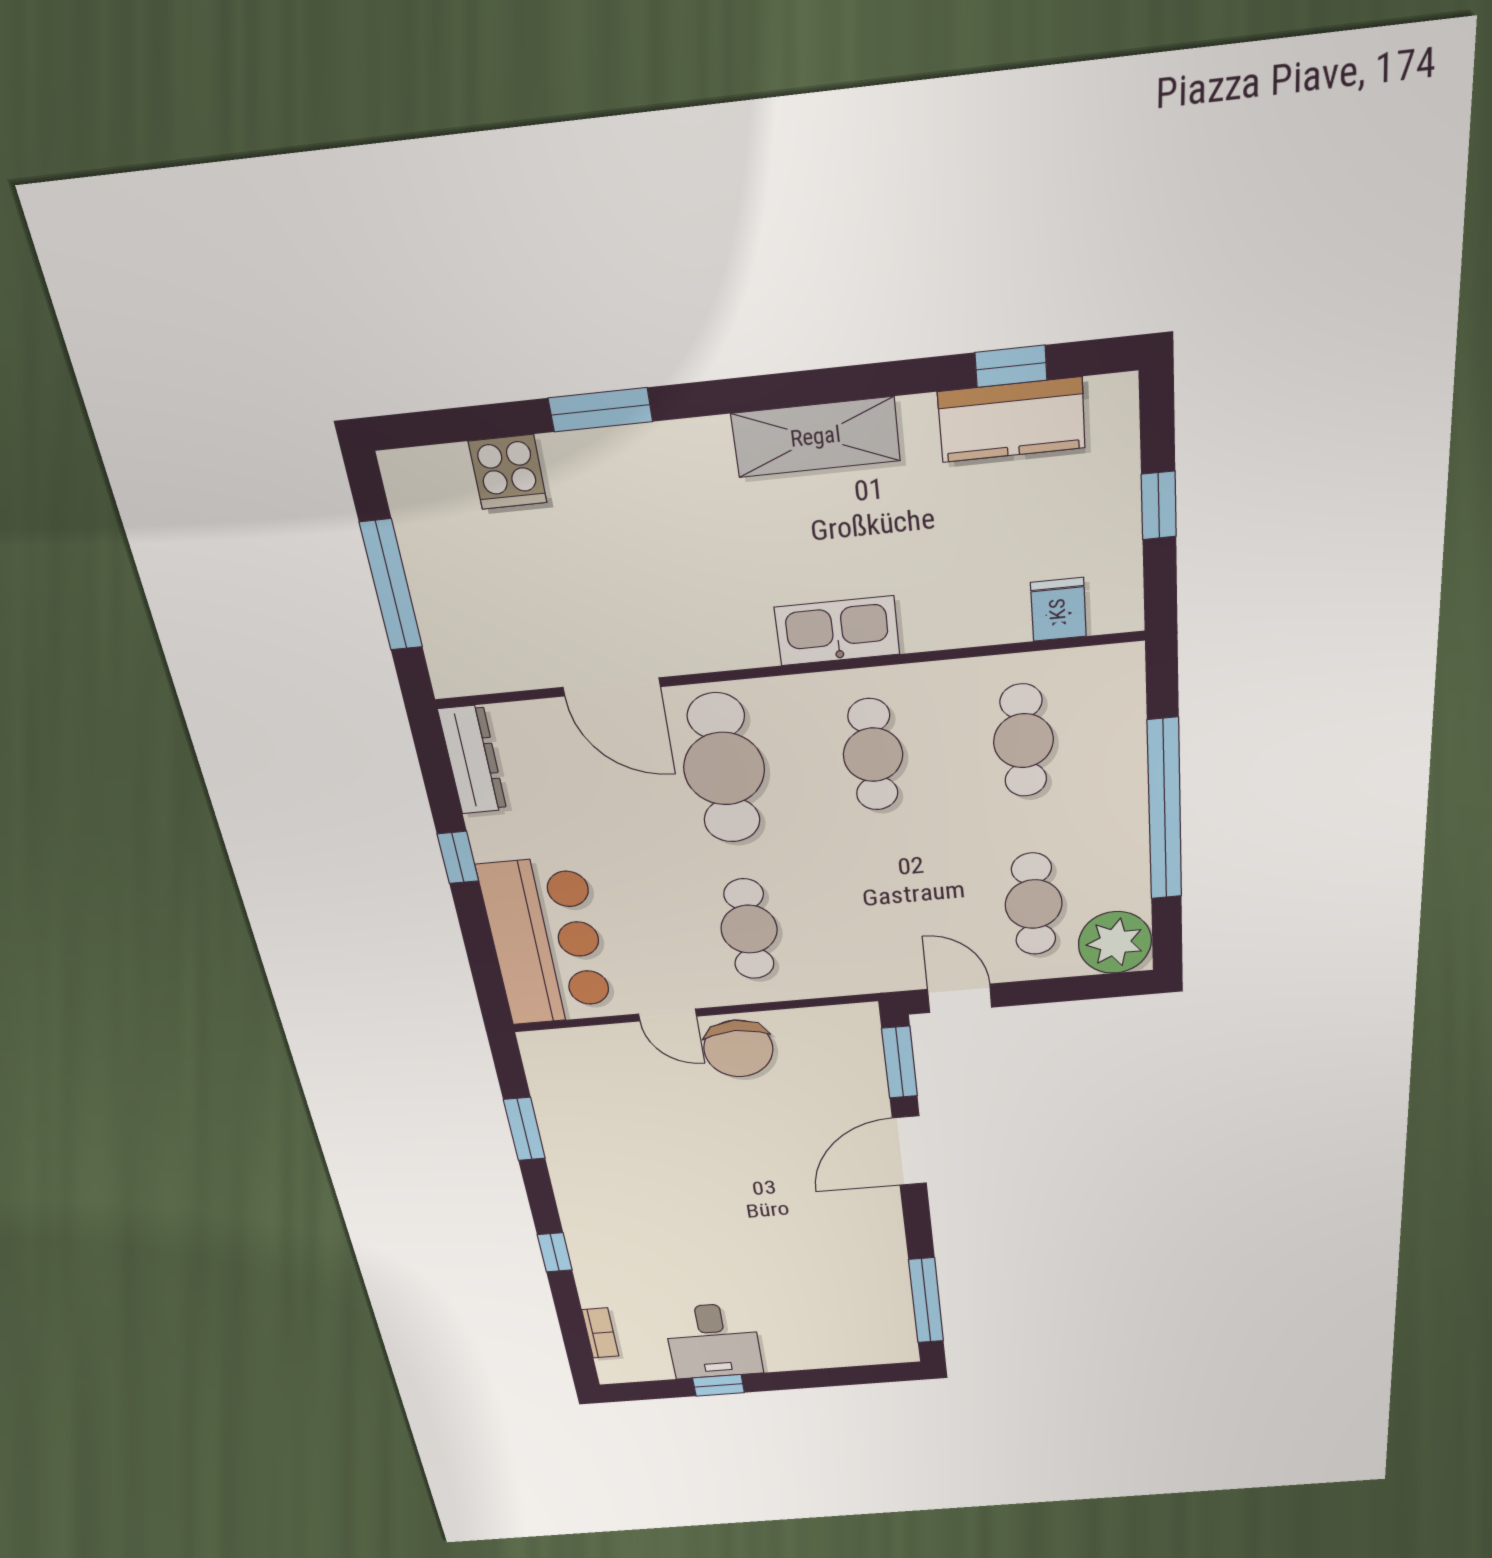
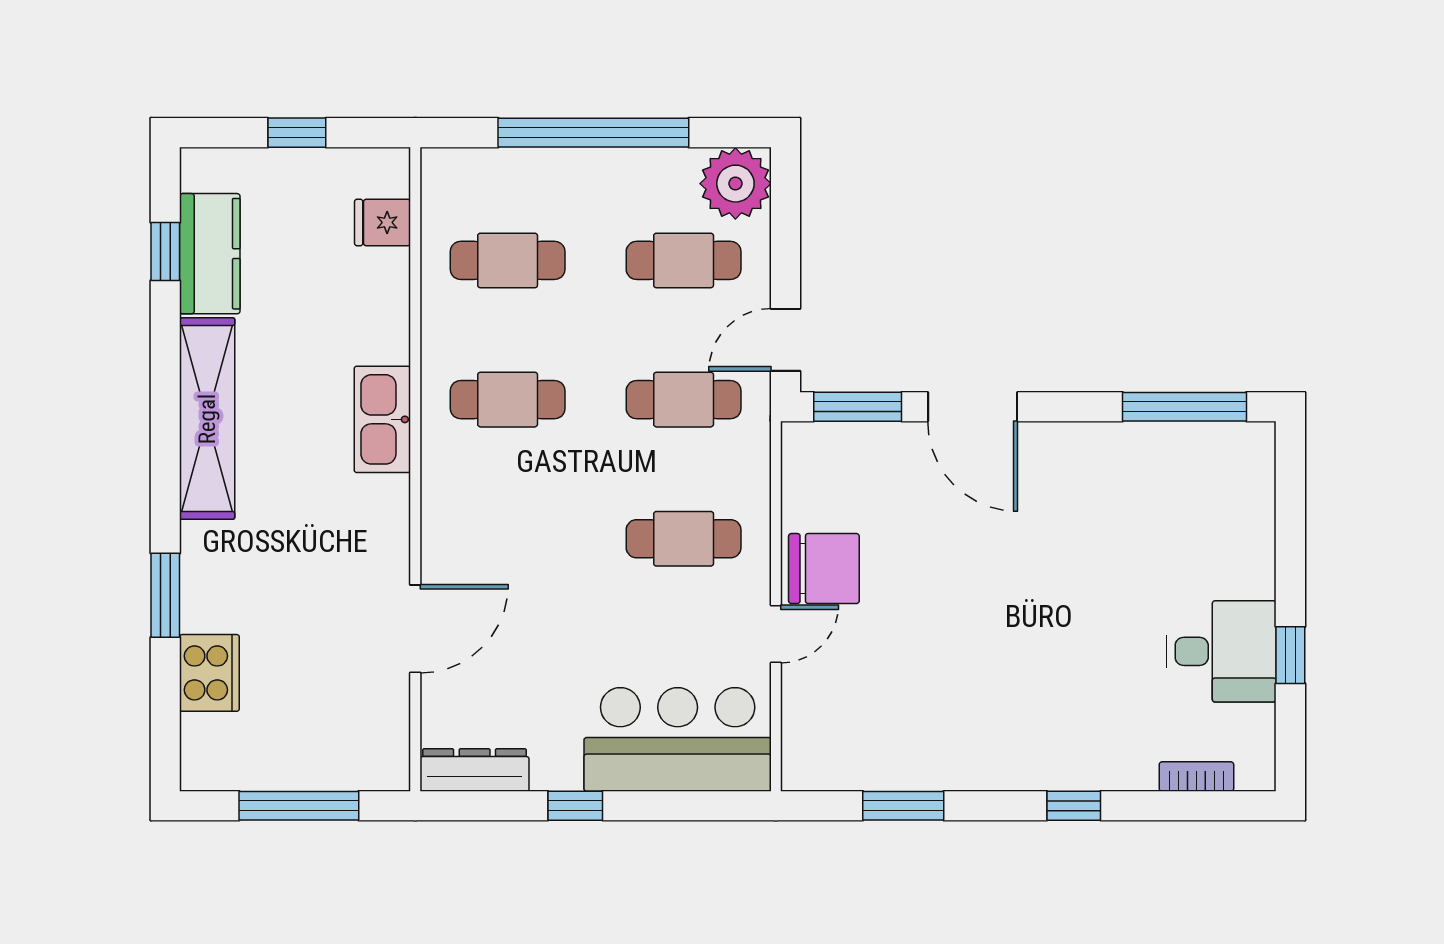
shelving: (816, 437) -> (207, 419), width x1.47
cooker: (508, 472) -> (209, 673), width x1.36
cafe table: (724, 769) -> (684, 400), moved, width x0.73, depth x0.74

